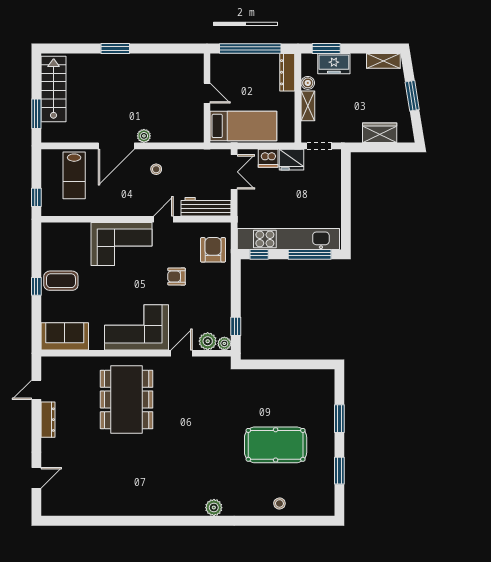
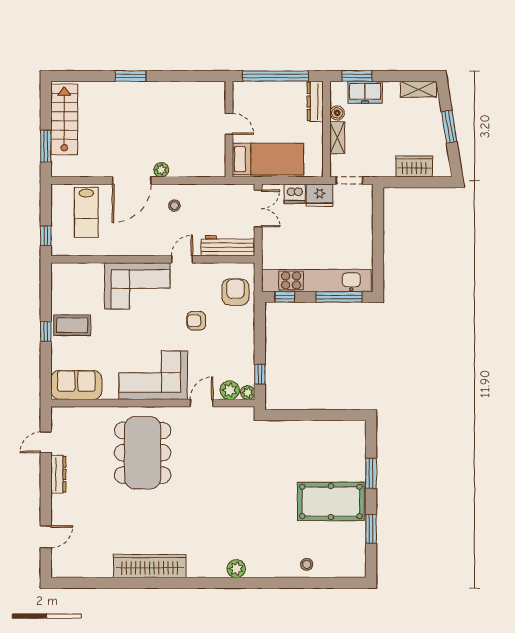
pool table: (276, 445) -> (331, 501), moved
wardrobe: (133, 505) -> (150, 566), added

